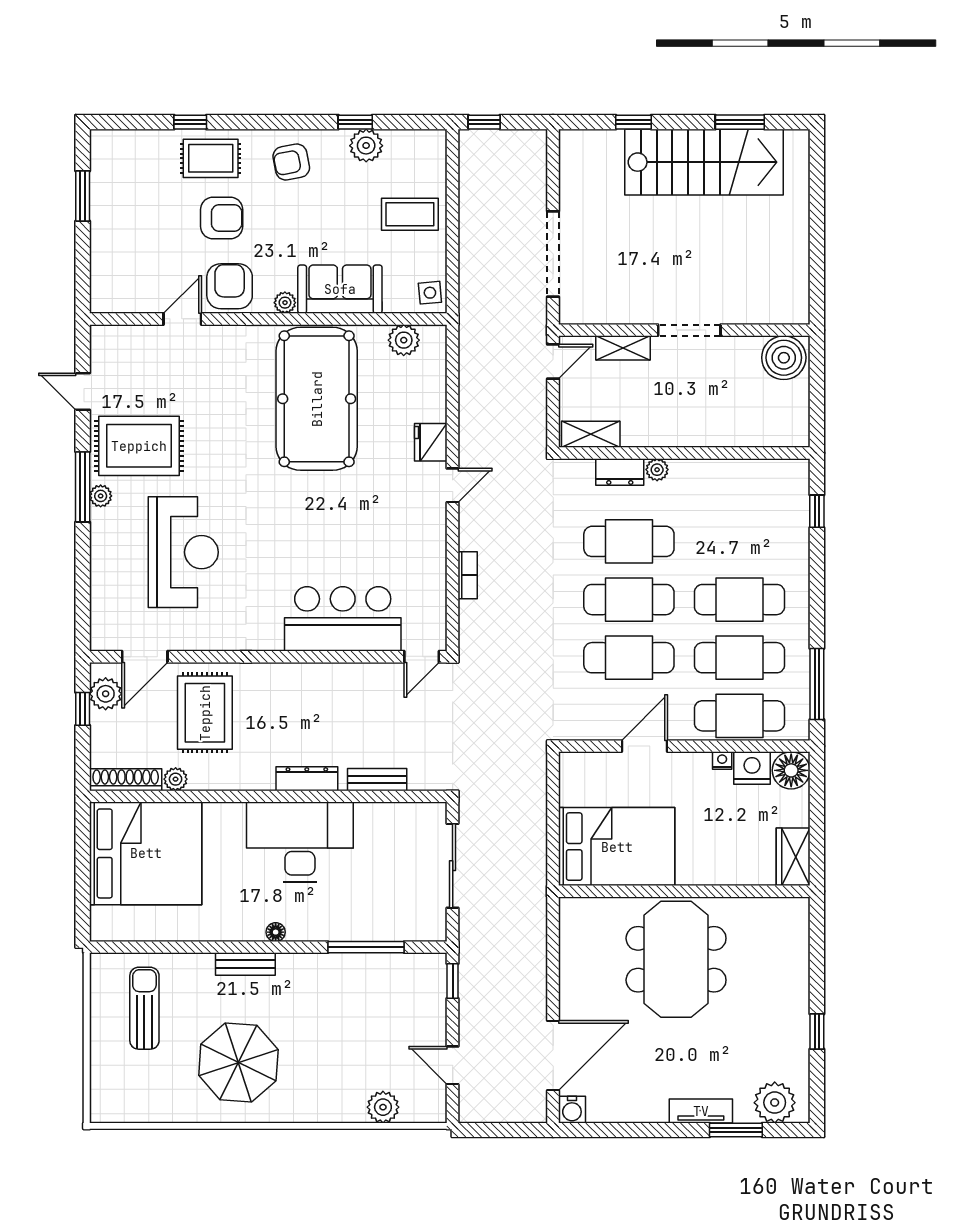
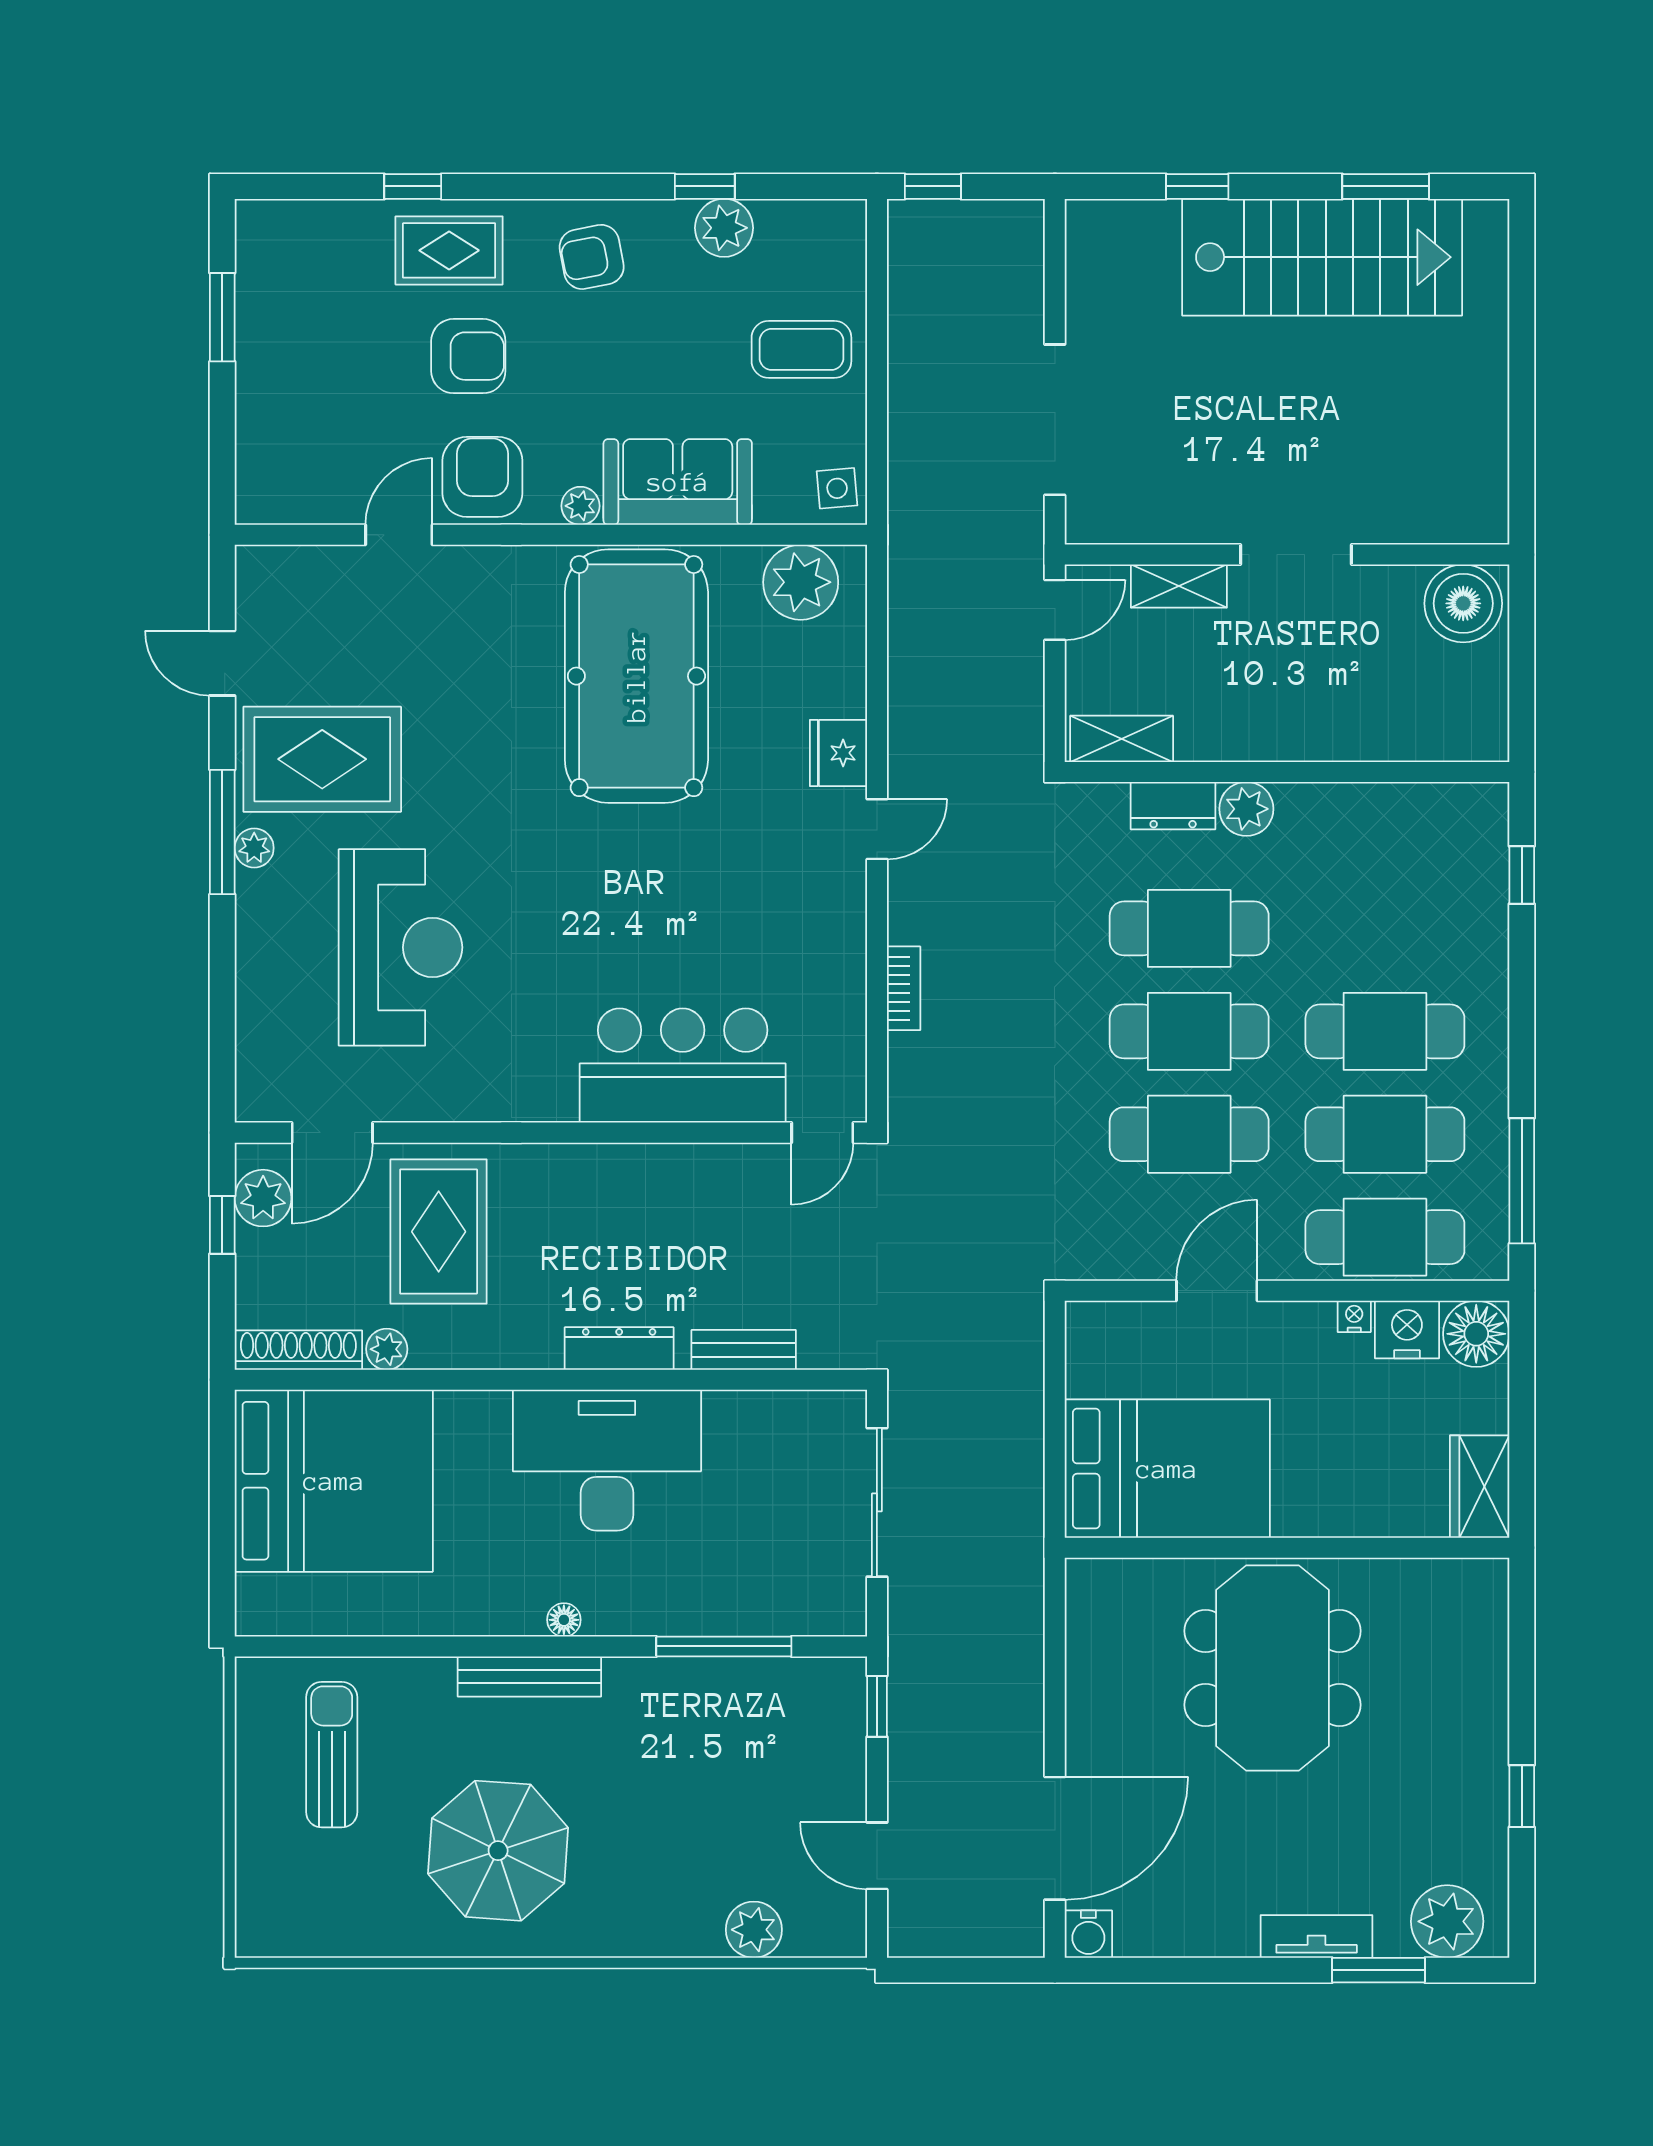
plant: (404, 340) -> (801, 582), width x1.36, depth x1.36
plant: (657, 470) -> (1246, 809), width x1.38, depth x1.38
bench: (245, 964) -> (529, 1676), width x1.36

